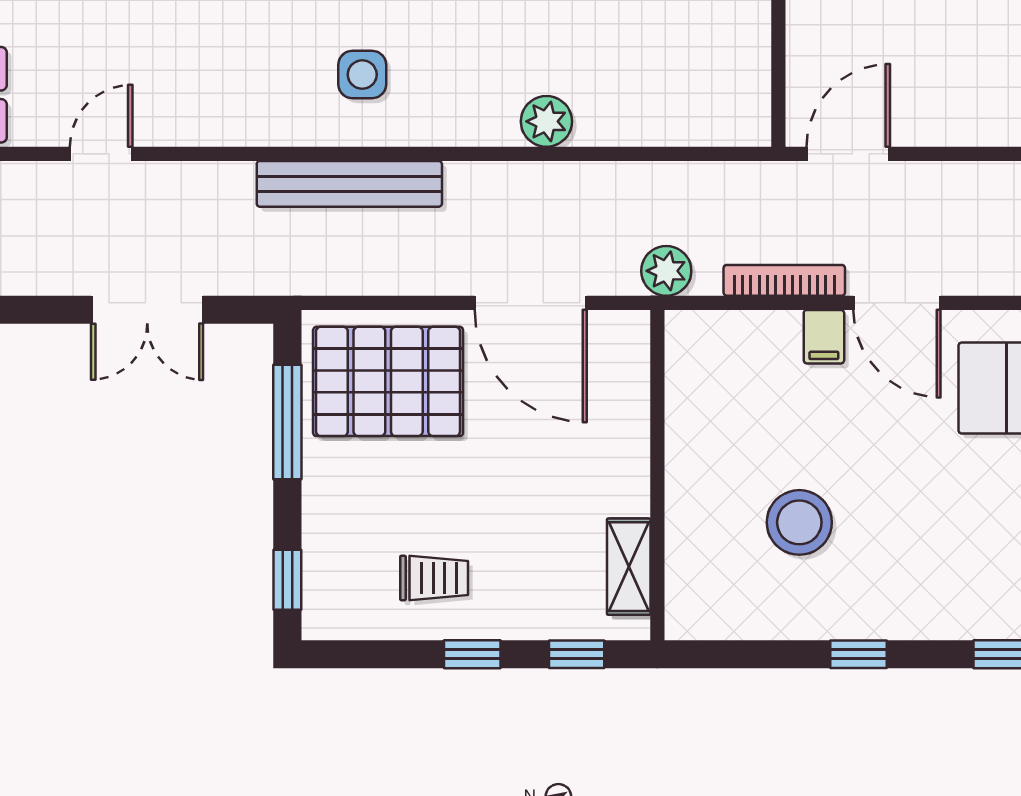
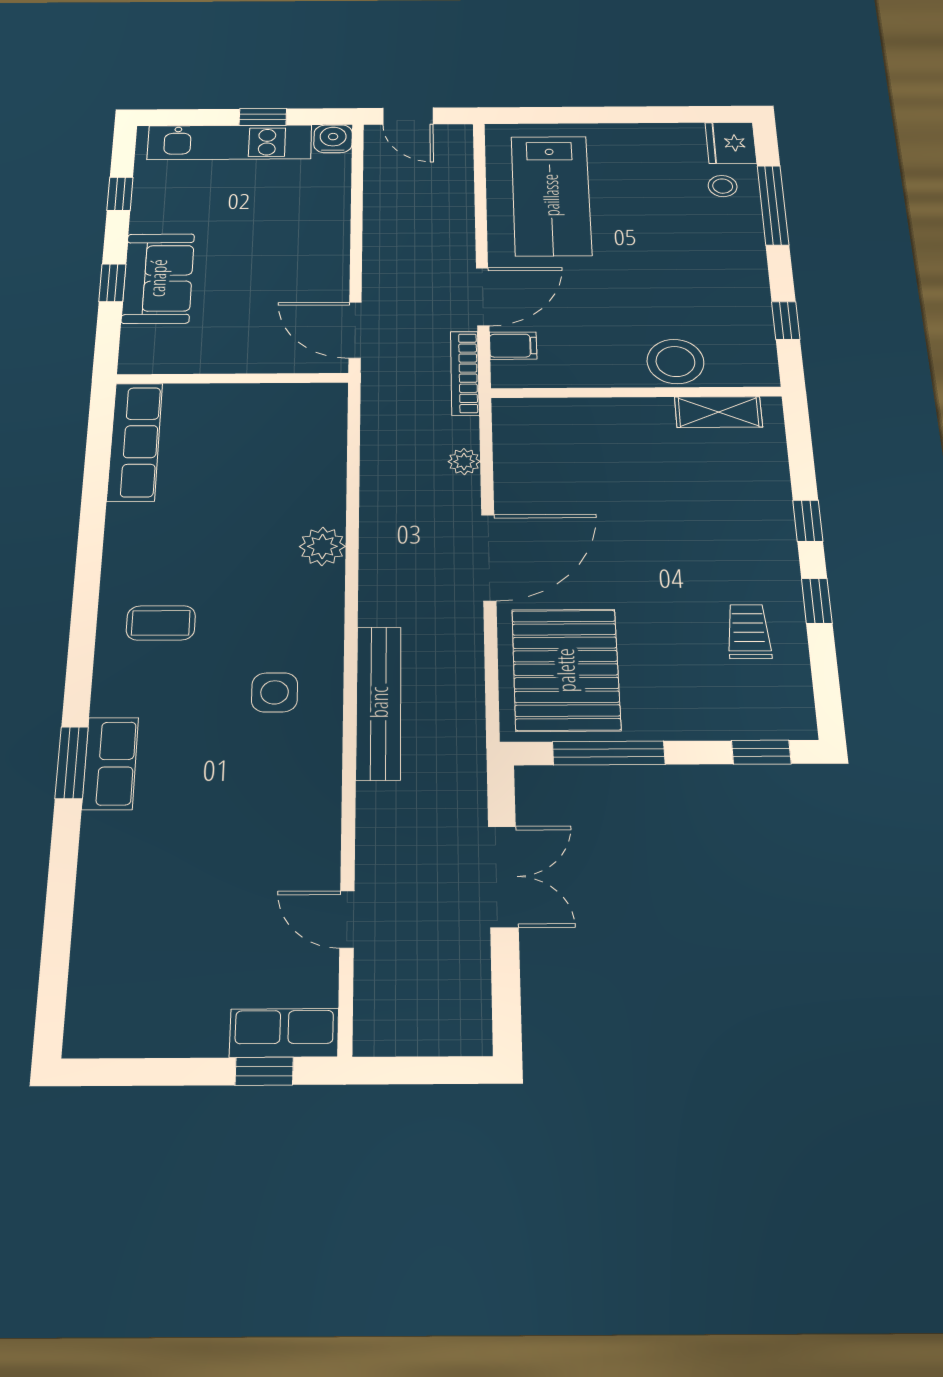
plant: (666, 271) -> (464, 462), width x0.73, depth x0.73
wall: (657, 475) -> (636, 392), moved
shelving: (629, 567) -> (718, 412), moved

